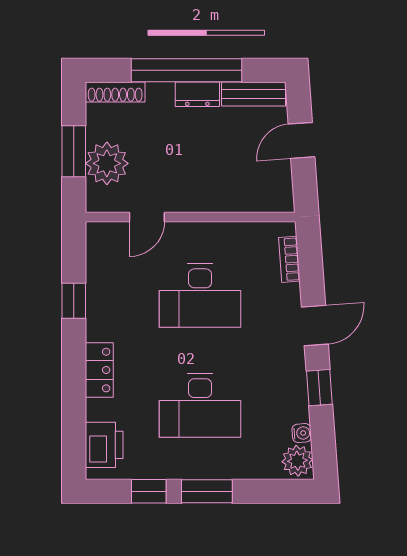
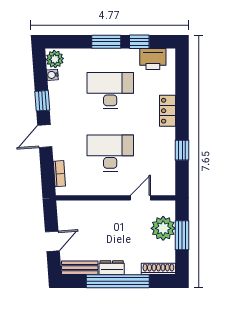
printer: (104, 445) -> (153, 59), moved, turned -90

